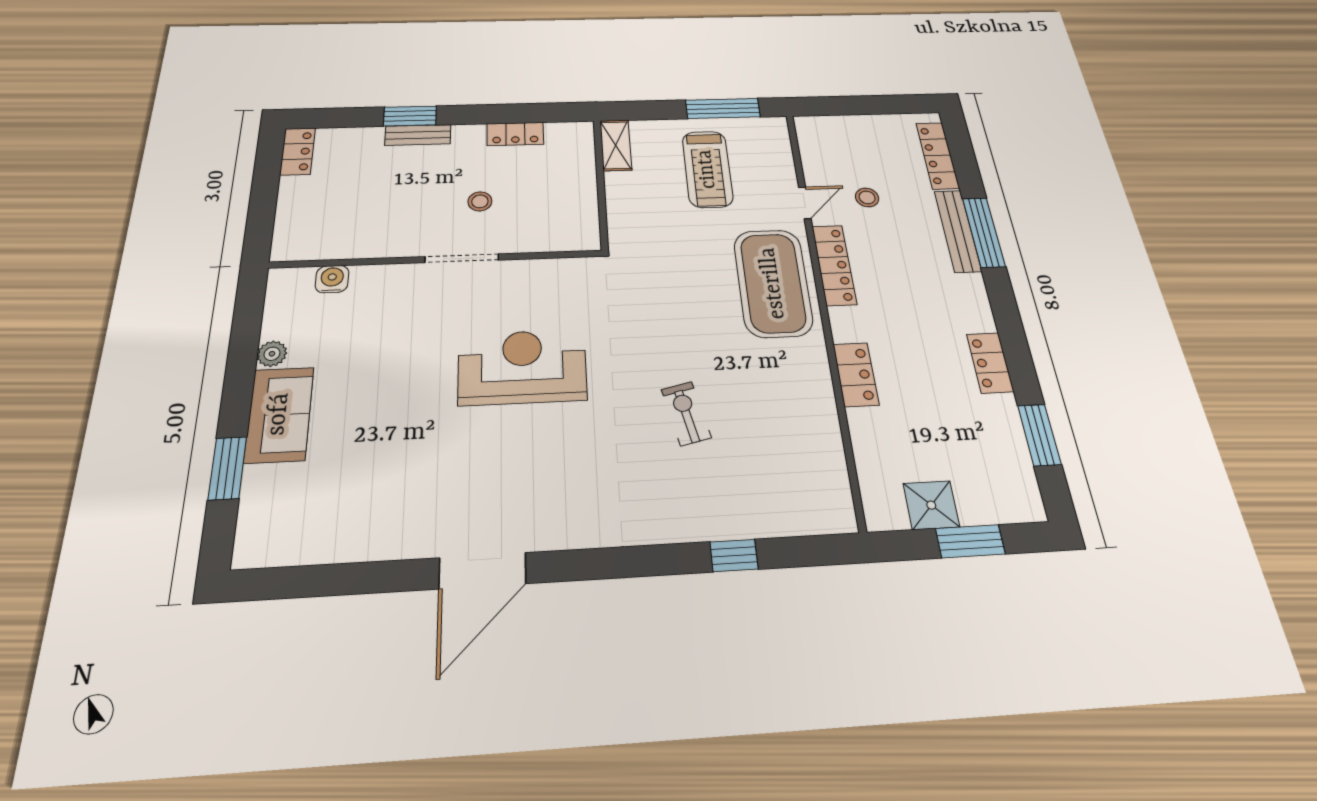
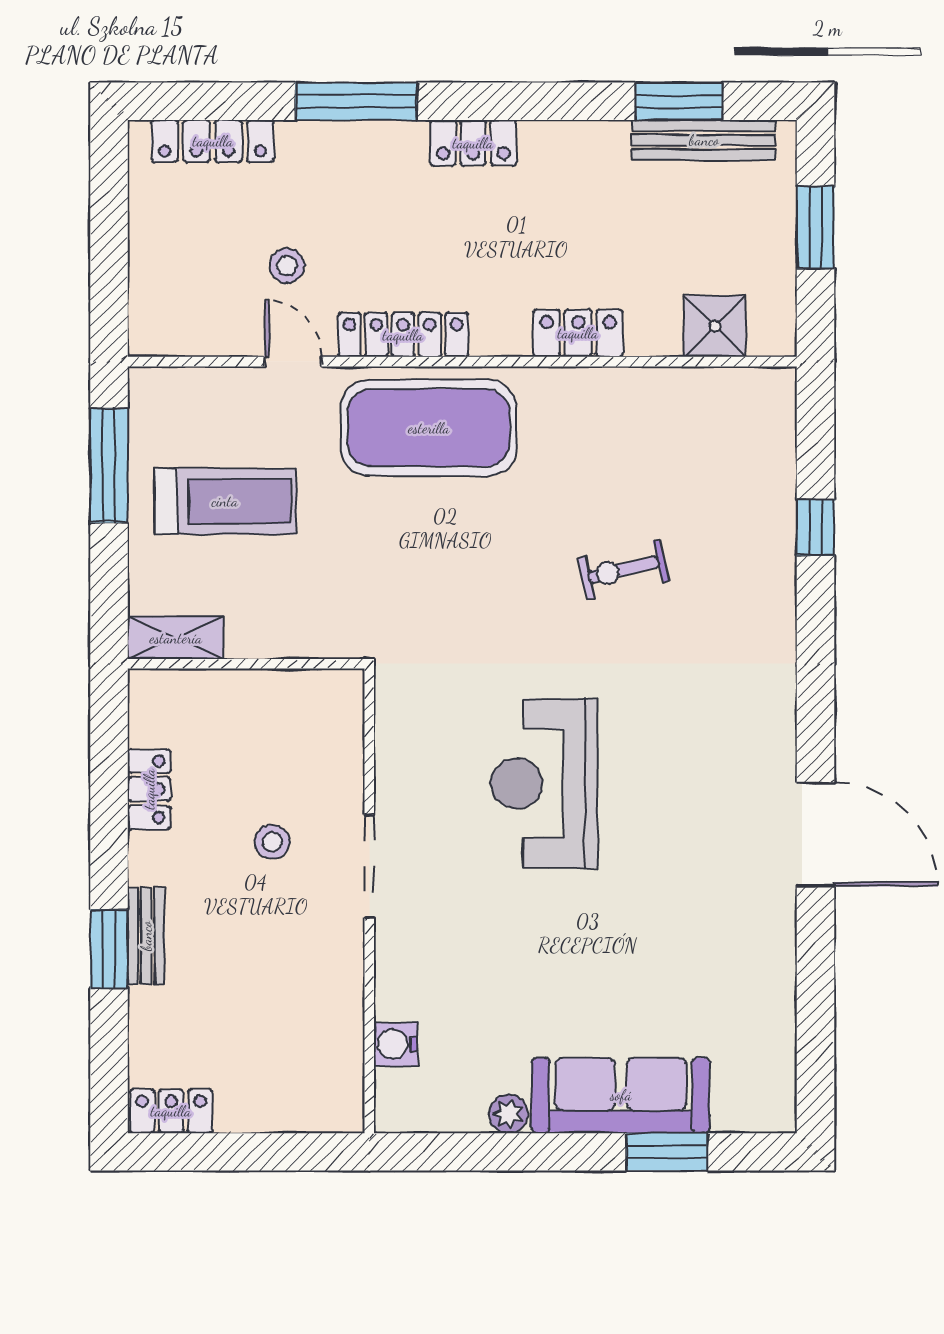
bench: (958, 231) -> (704, 140), moved
locker: (990, 363) -> (473, 143), moved
sofa: (279, 414) -> (621, 1095), width x1.36
shower: (931, 505) -> (715, 326), moved

